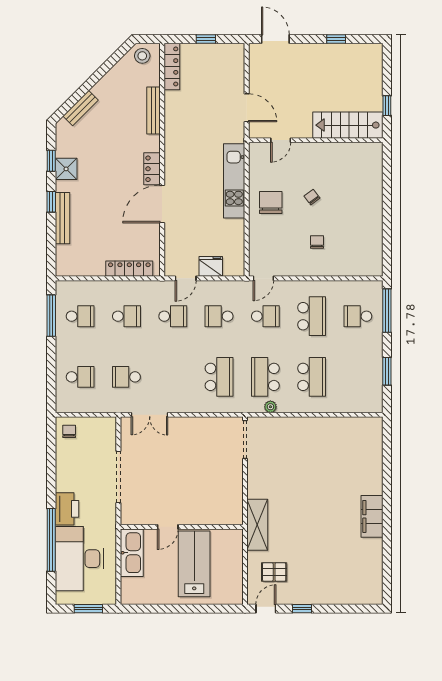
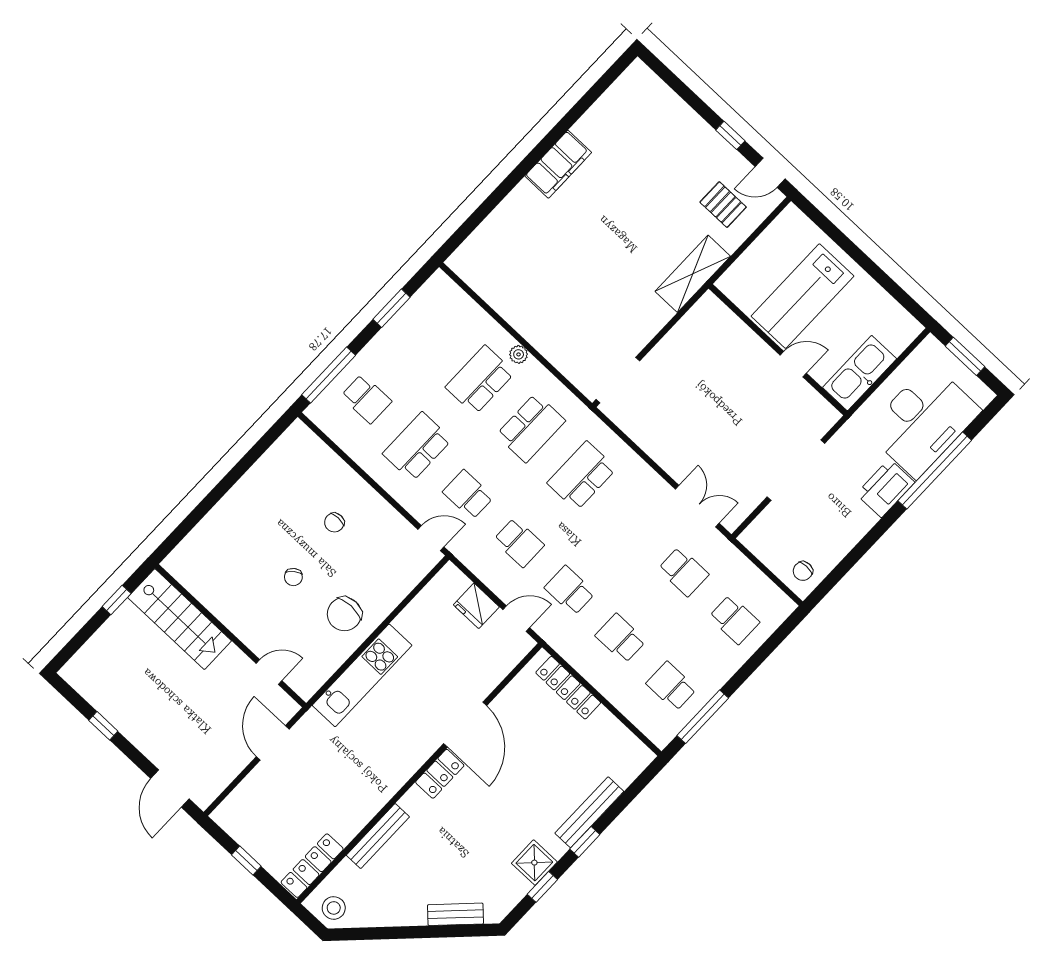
door: (162, 204) -> (465, 725), hinge flipped
school desk: (80, 377) -> (734, 620), turned 180
plant: (270, 407) -> (519, 354), moved

